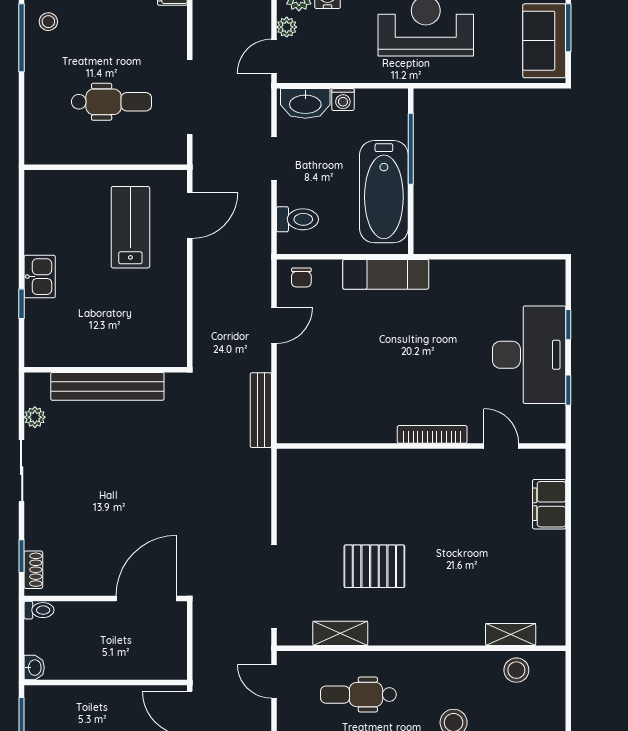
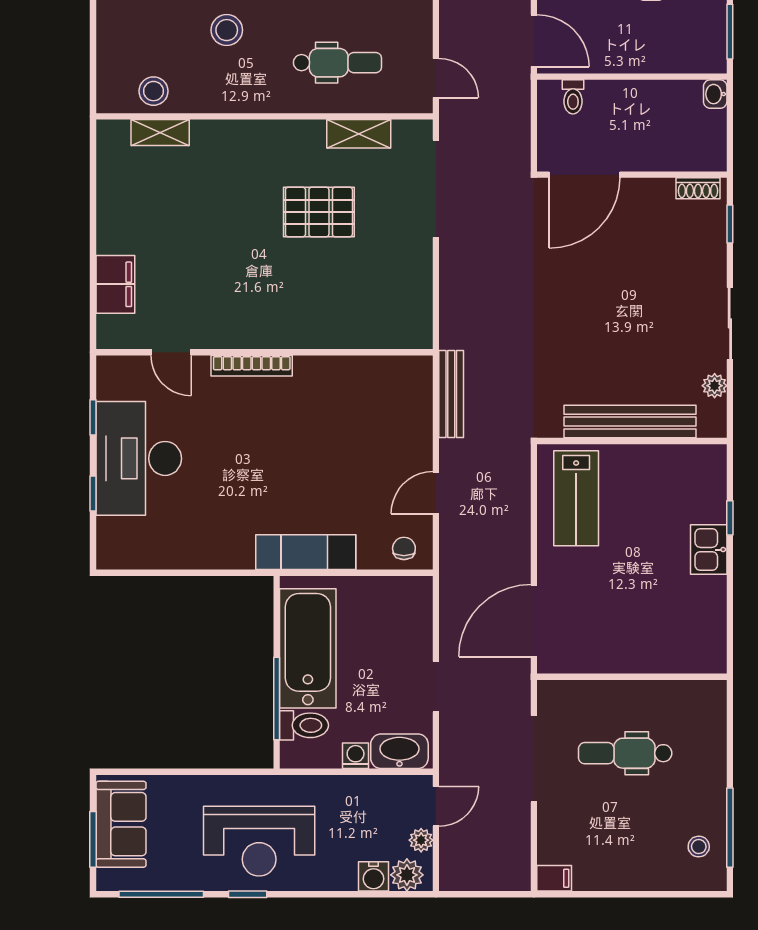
door: (190, 216) -> (534, 621), width x1.36
toilet: (297, 219) -> (304, 725), moved, turned 180
lab bench: (130, 227) -> (576, 498), moved
shoe rack: (33, 570) -> (698, 188), moved, turned -90
toilet: (39, 610) -> (573, 97), moved, turned -90

